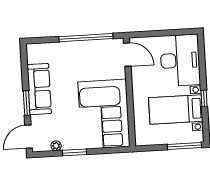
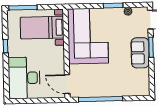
sofa: (39, 89) -> (140, 53), width x0.73
bed with nightstands: (176, 109) -> (42, 28), moved, turned 180

